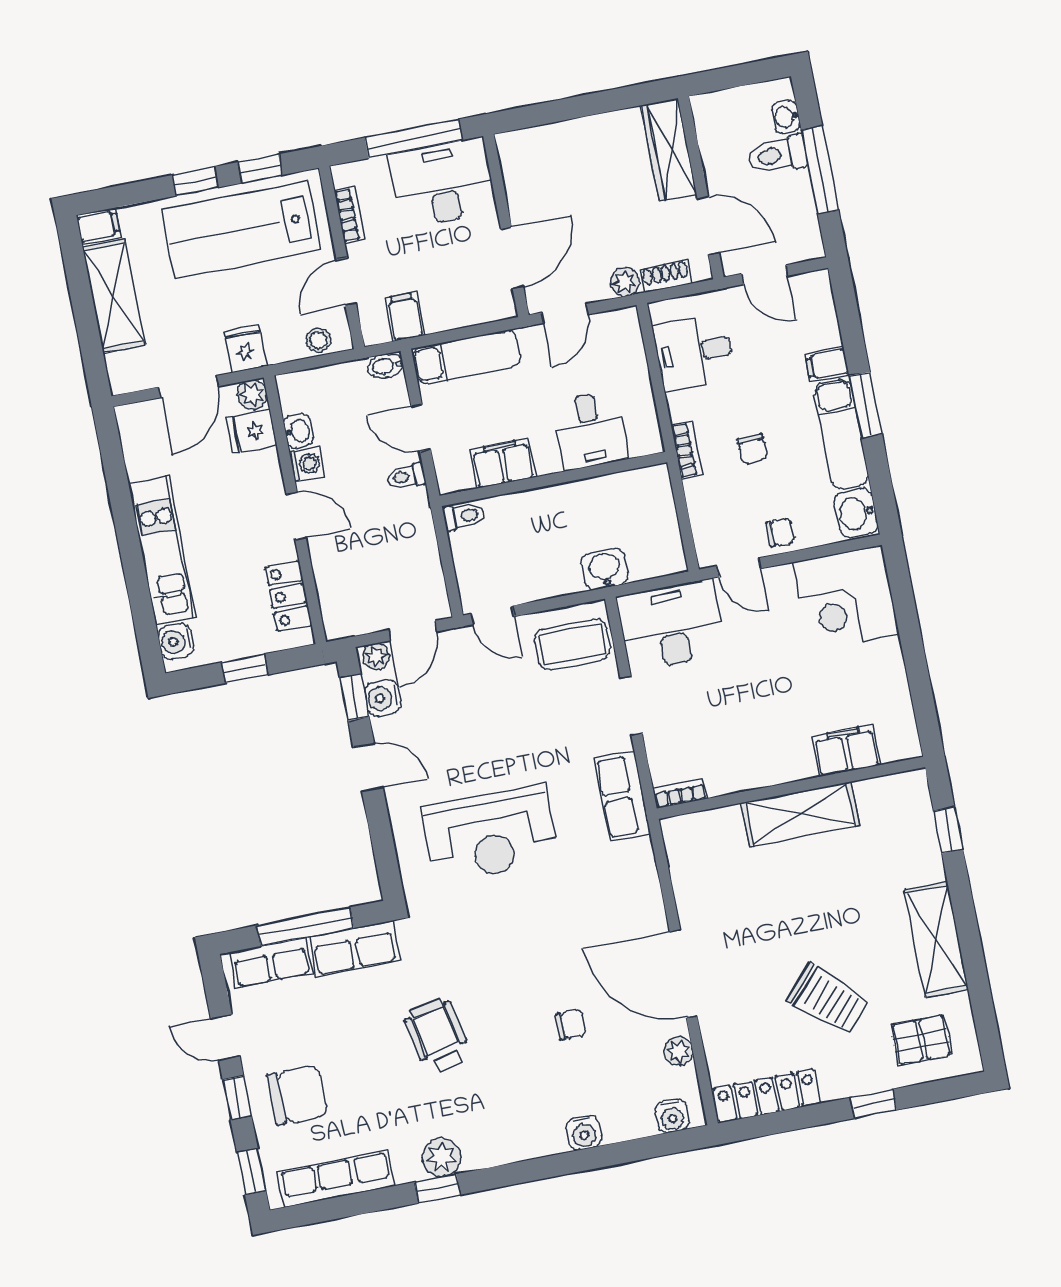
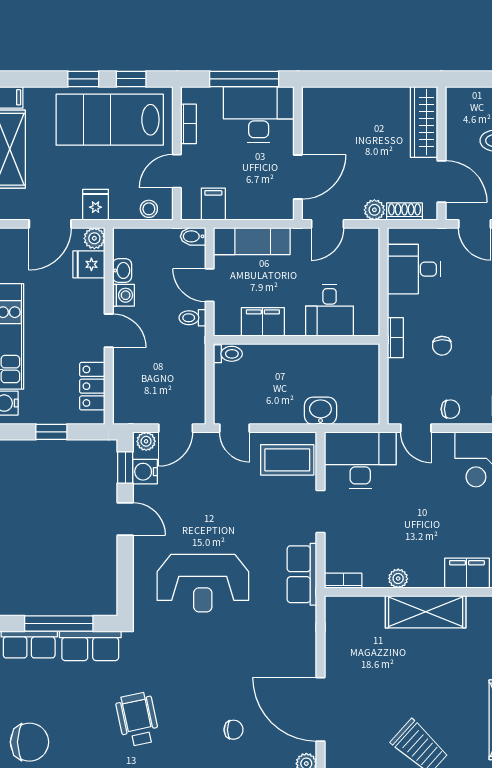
plant: (754, 776) -> (398, 579), added

